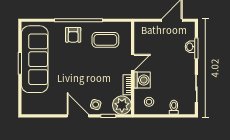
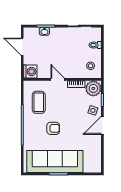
armchair: (73, 35) -> (53, 128), moved
washing machine: (142, 80) -> (30, 72), moved, turned 90

